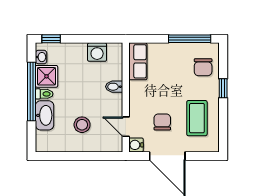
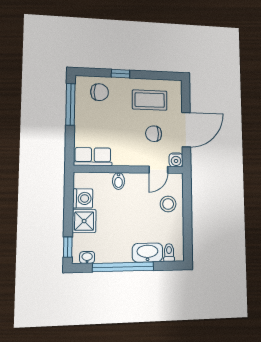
shower: (46, 76) -> (84, 221), moved
toilet: (44, 94) -> (169, 253), moved
stool: (82, 125) -> (168, 204), moved

